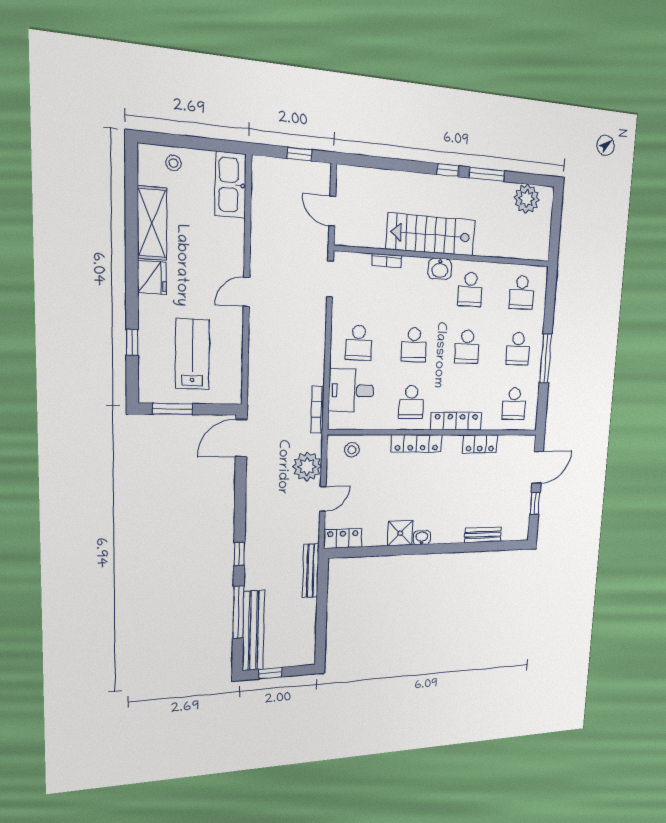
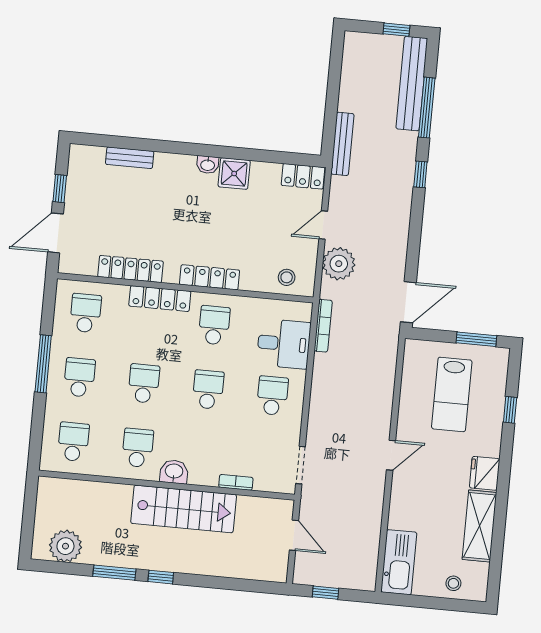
locker: (480, 444) -> (131, 269), width x1.53

